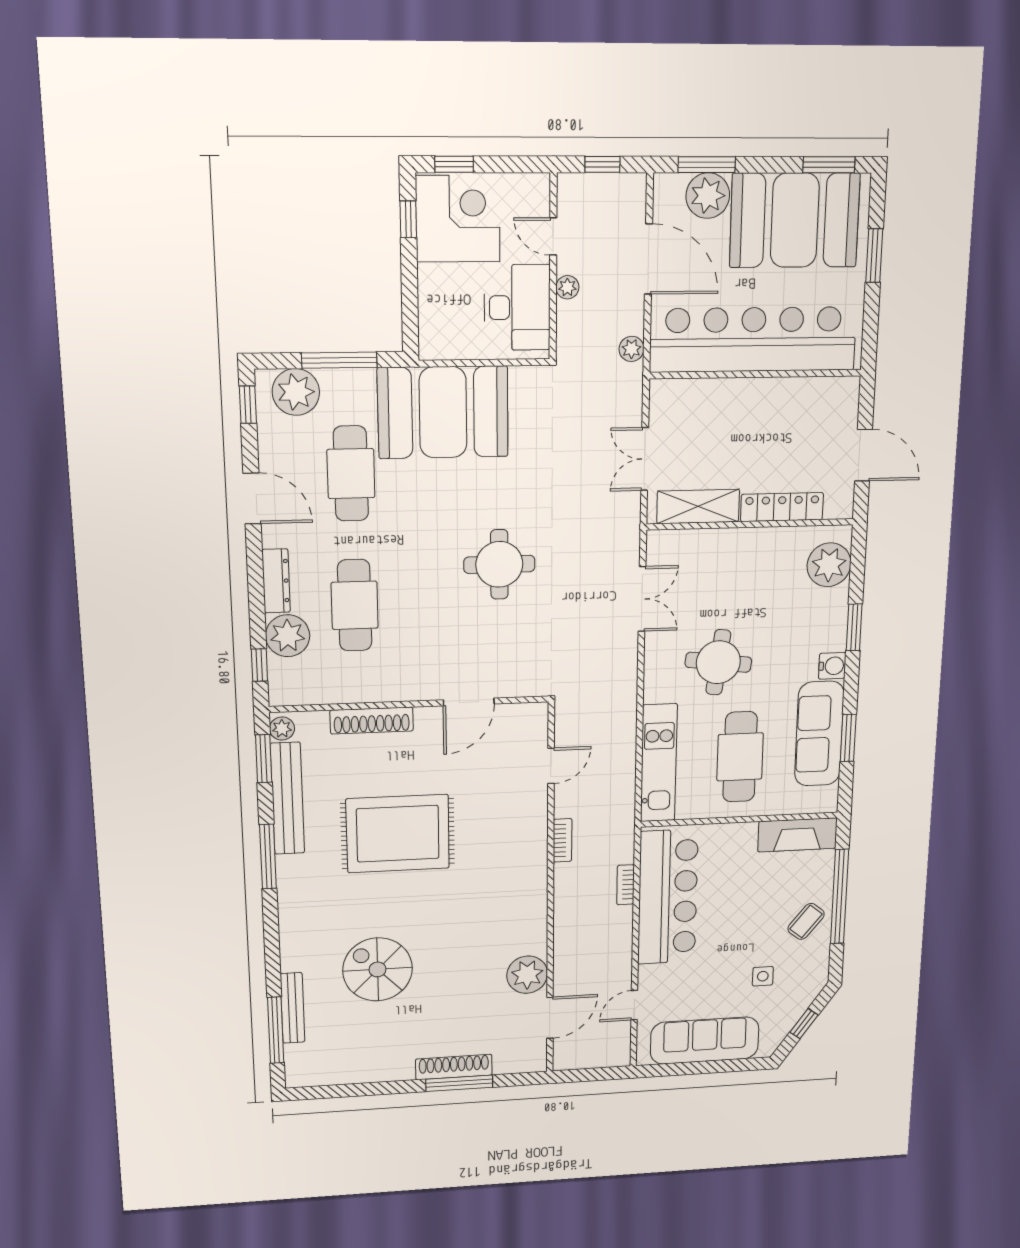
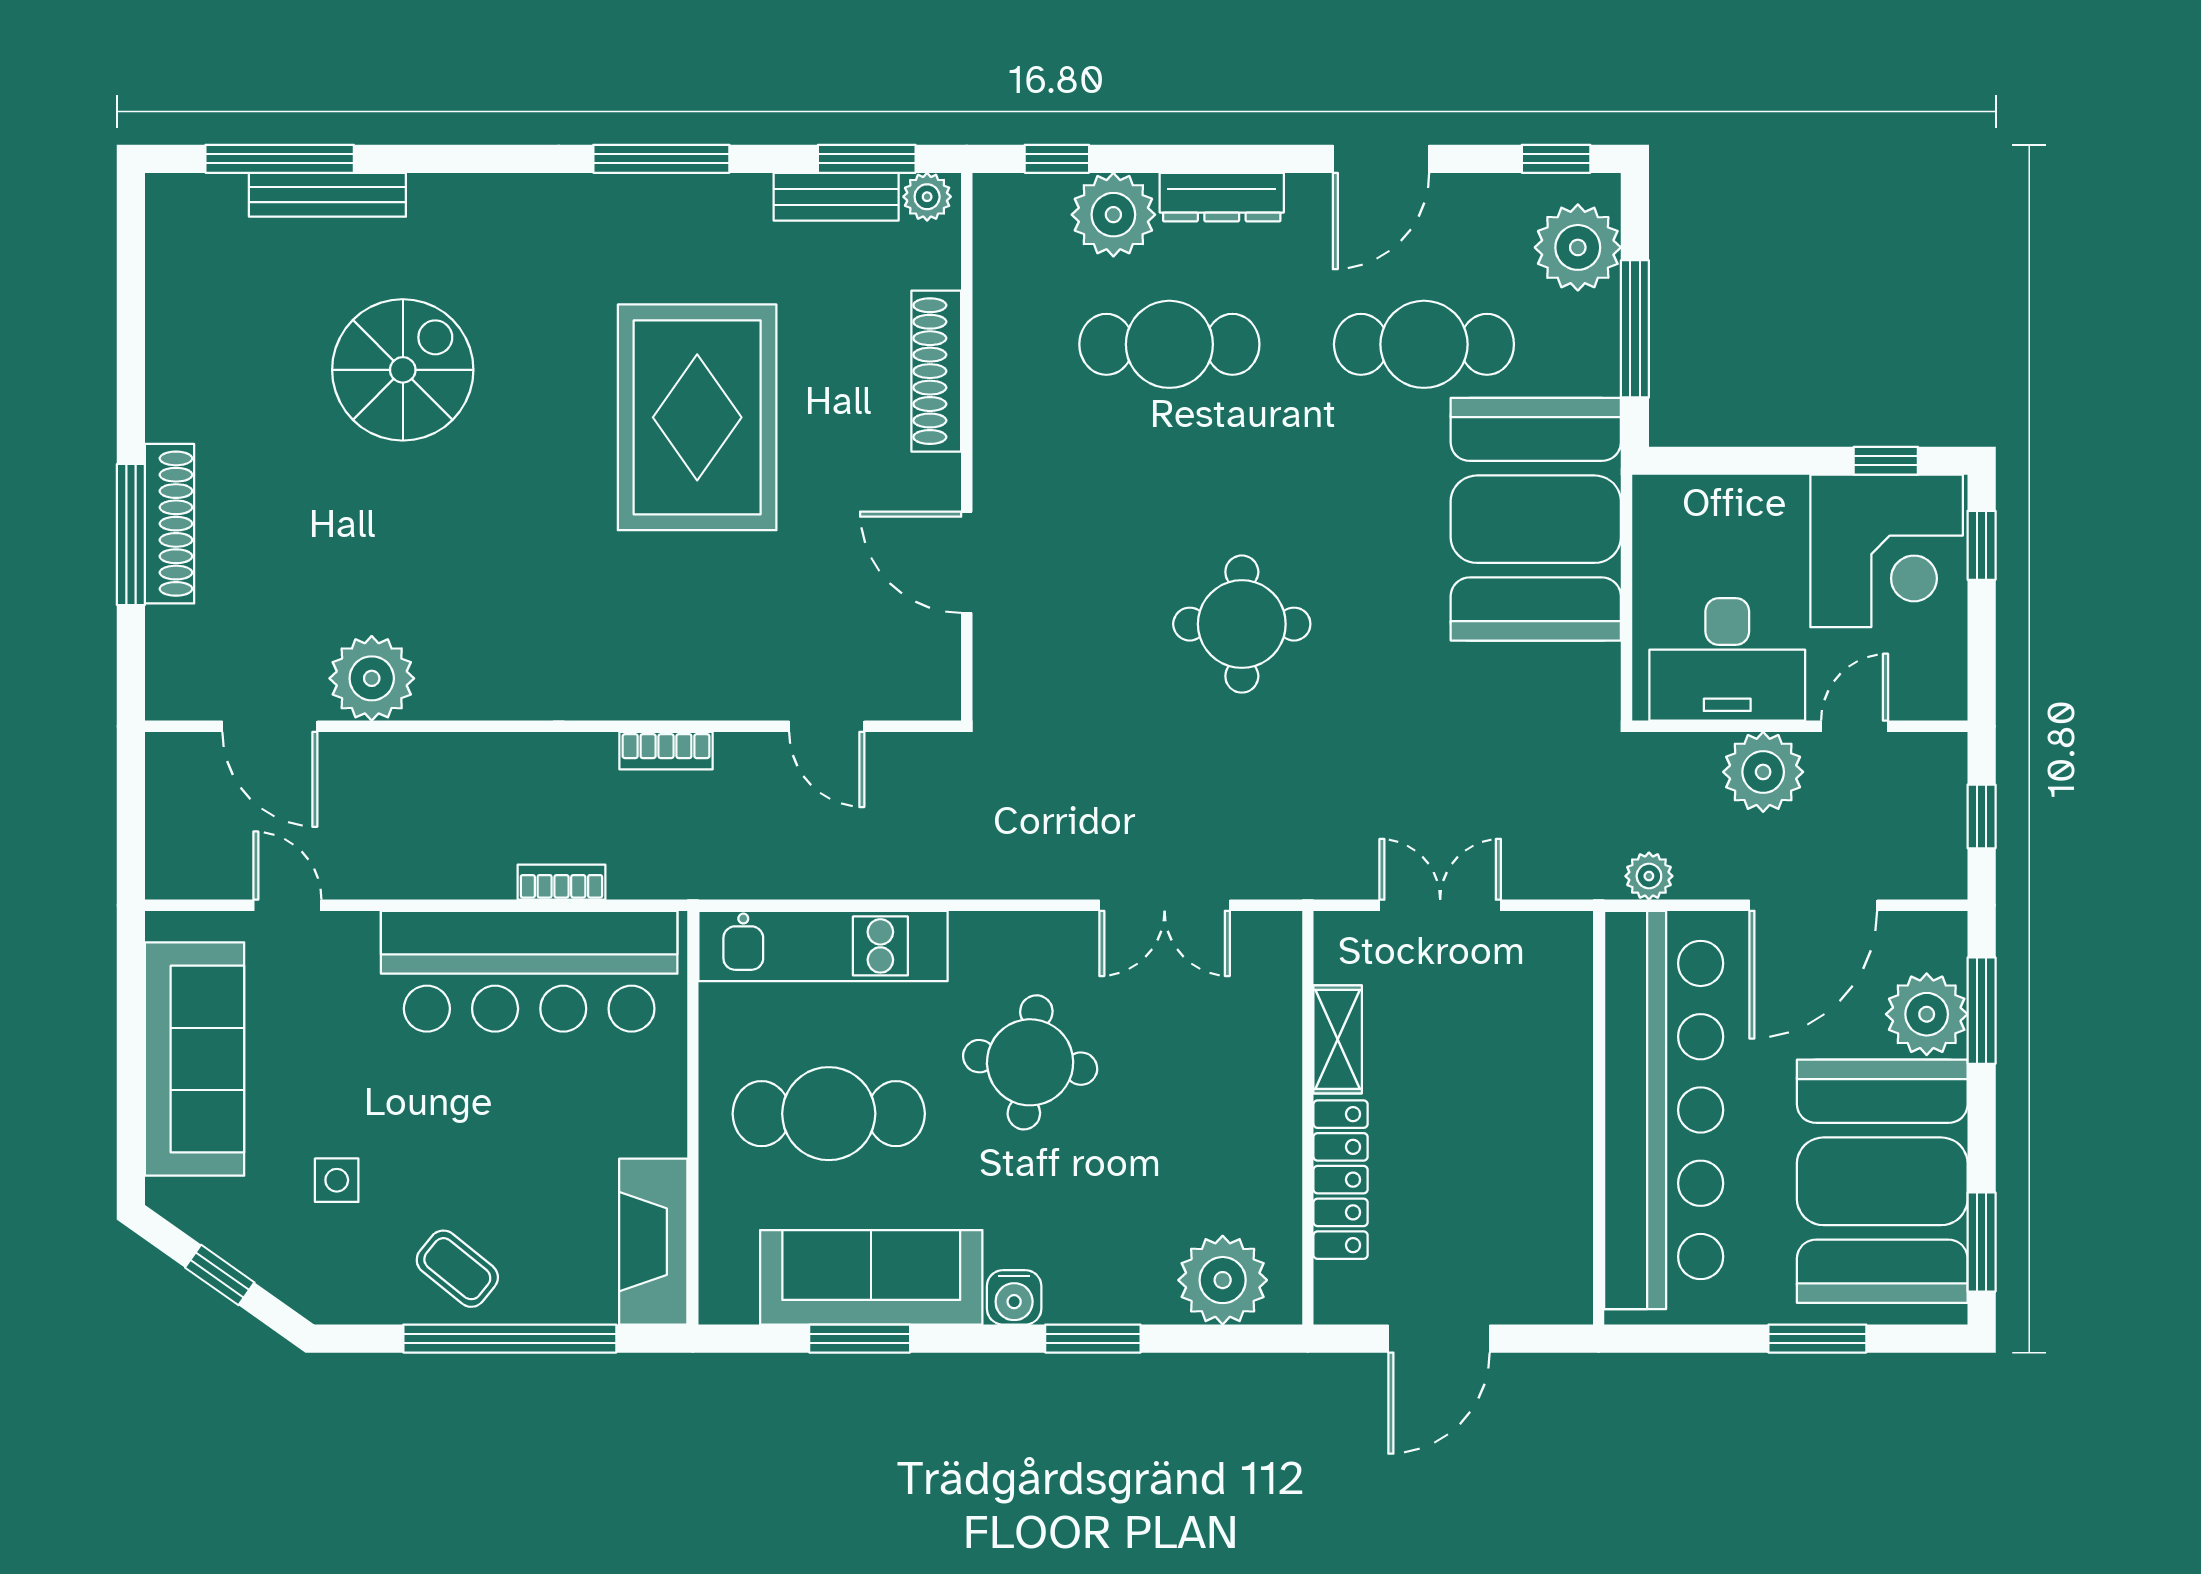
plant: (567, 287) -> (1763, 772), width x1.87, depth x1.87
shelving: (698, 506) -> (1338, 1039), width x0.67, depth x0.75
bench: (287, 798) -> (836, 197), width x0.54, depth x0.82

